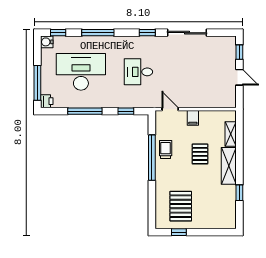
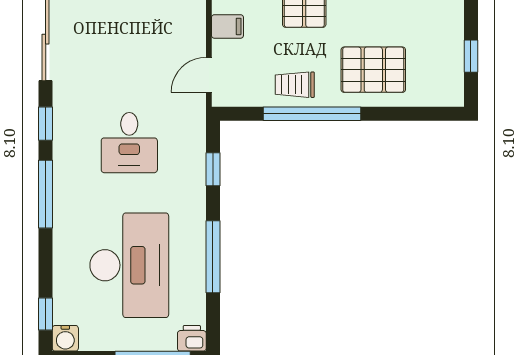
window: (98, 33) -> (46, 194), moved
desk: (81, 72) -> (129, 265), turned 180
pallet: (181, 206) -> (373, 70), moved

